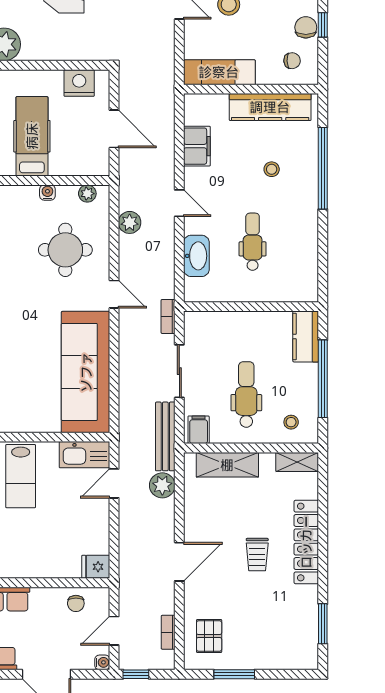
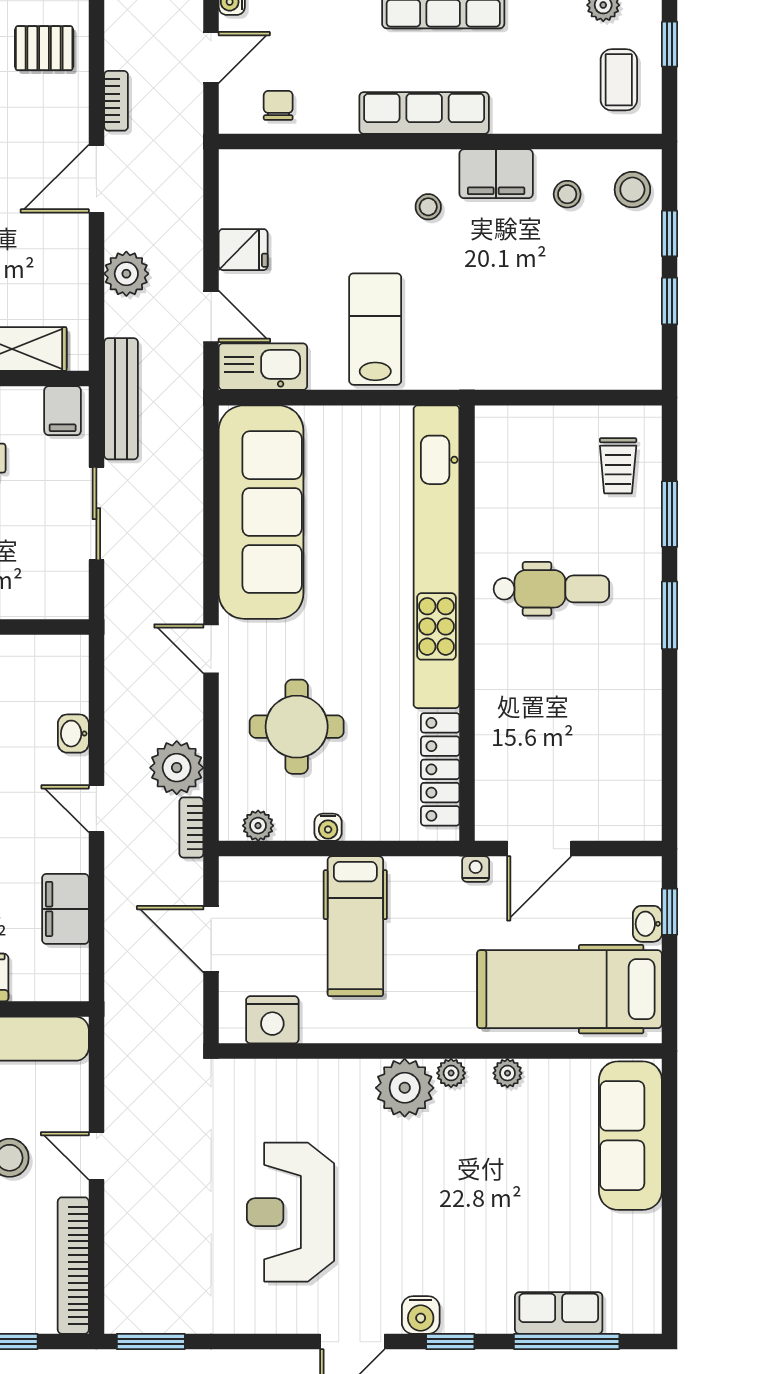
plant: (130, 222) -> (177, 768), width x1.36, depth x1.36
washbasin: (196, 256) -> (73, 734), width x0.52, depth x0.69
bookcase: (168, 316) -> (191, 828), moved, turned 180
door: (114, 483) -> (211, 316), hinge flipped
plant: (162, 485) -> (126, 274), moved
fridge: (96, 567) -> (243, 250), moved
bookcase: (168, 632) -> (116, 101), moved
pallet: (209, 636) -> (44, 48), turned 90

